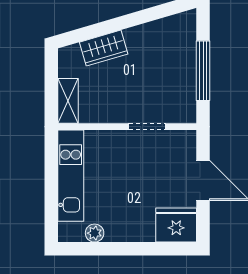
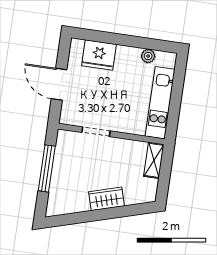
wardrobe: (104, 48) -> (106, 199), moved
fridge: (176, 225) -> (99, 55), moved

